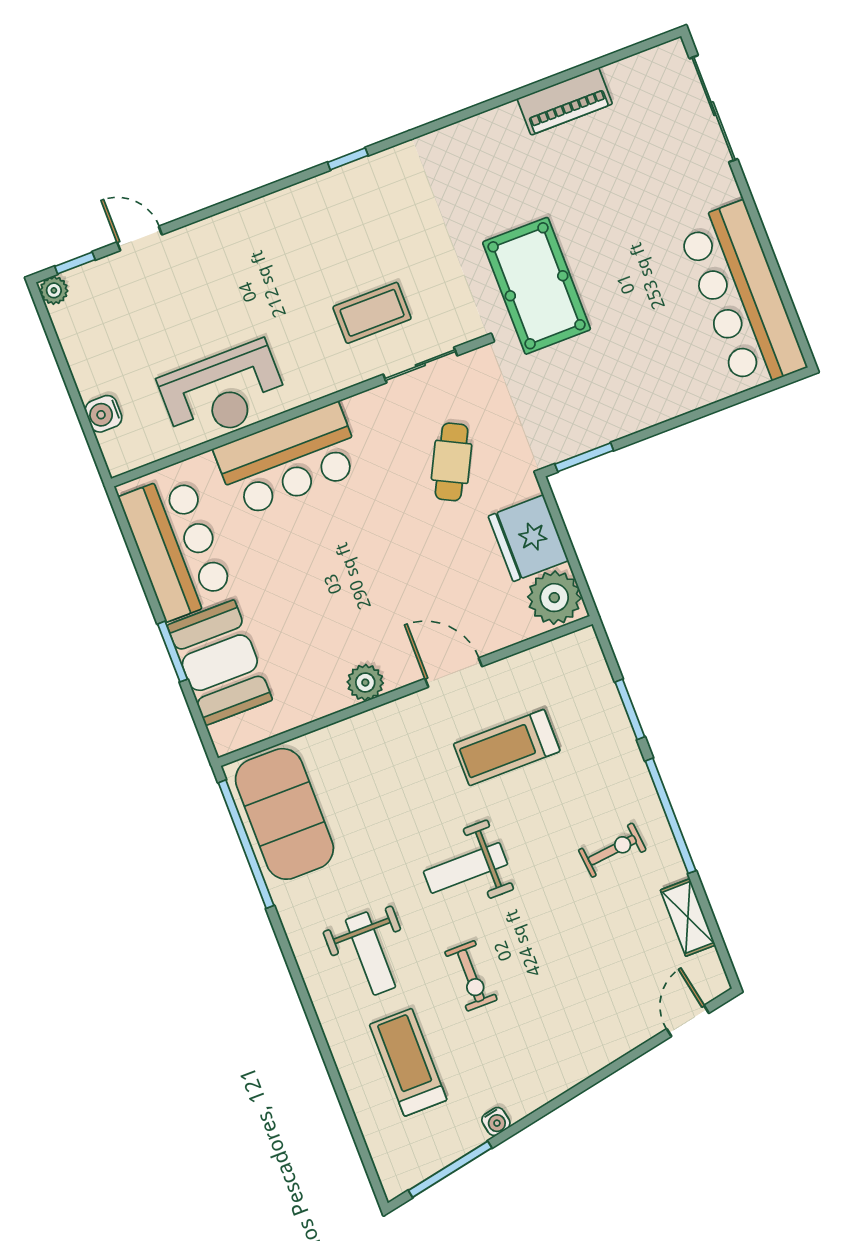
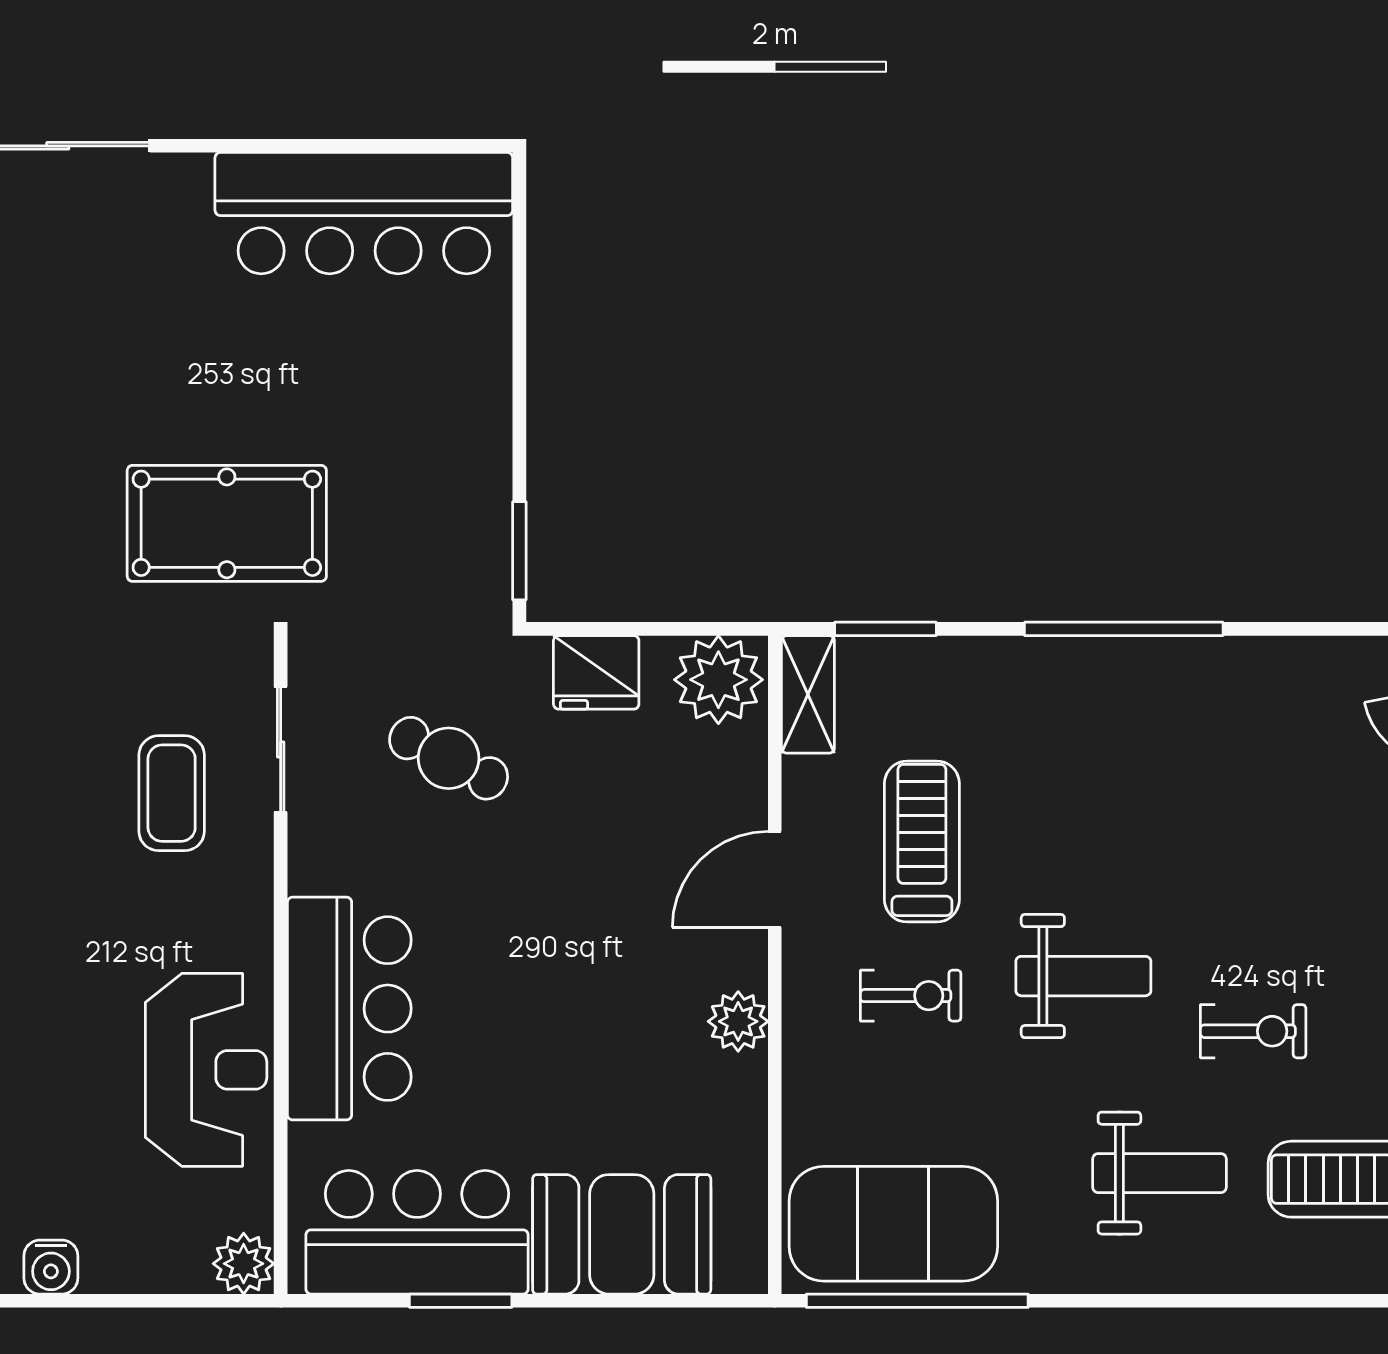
water cooler: (104, 414) -> (51, 1267), moved
plant: (122, 455) -> (244, 1264), added
fridge: (528, 538) -> (596, 672), width x0.73, depth x0.75
window: (172, 652) -> (461, 1301), moved
window: (630, 709) -> (885, 629), moved
treadmill: (507, 748) -> (922, 842), turned 180
exercise bike: (612, 850) -> (911, 996), moved, turned 96
weight bench: (466, 868) -> (1083, 976), turned -90
shelving: (688, 917) -> (808, 694), moved, turned 90

